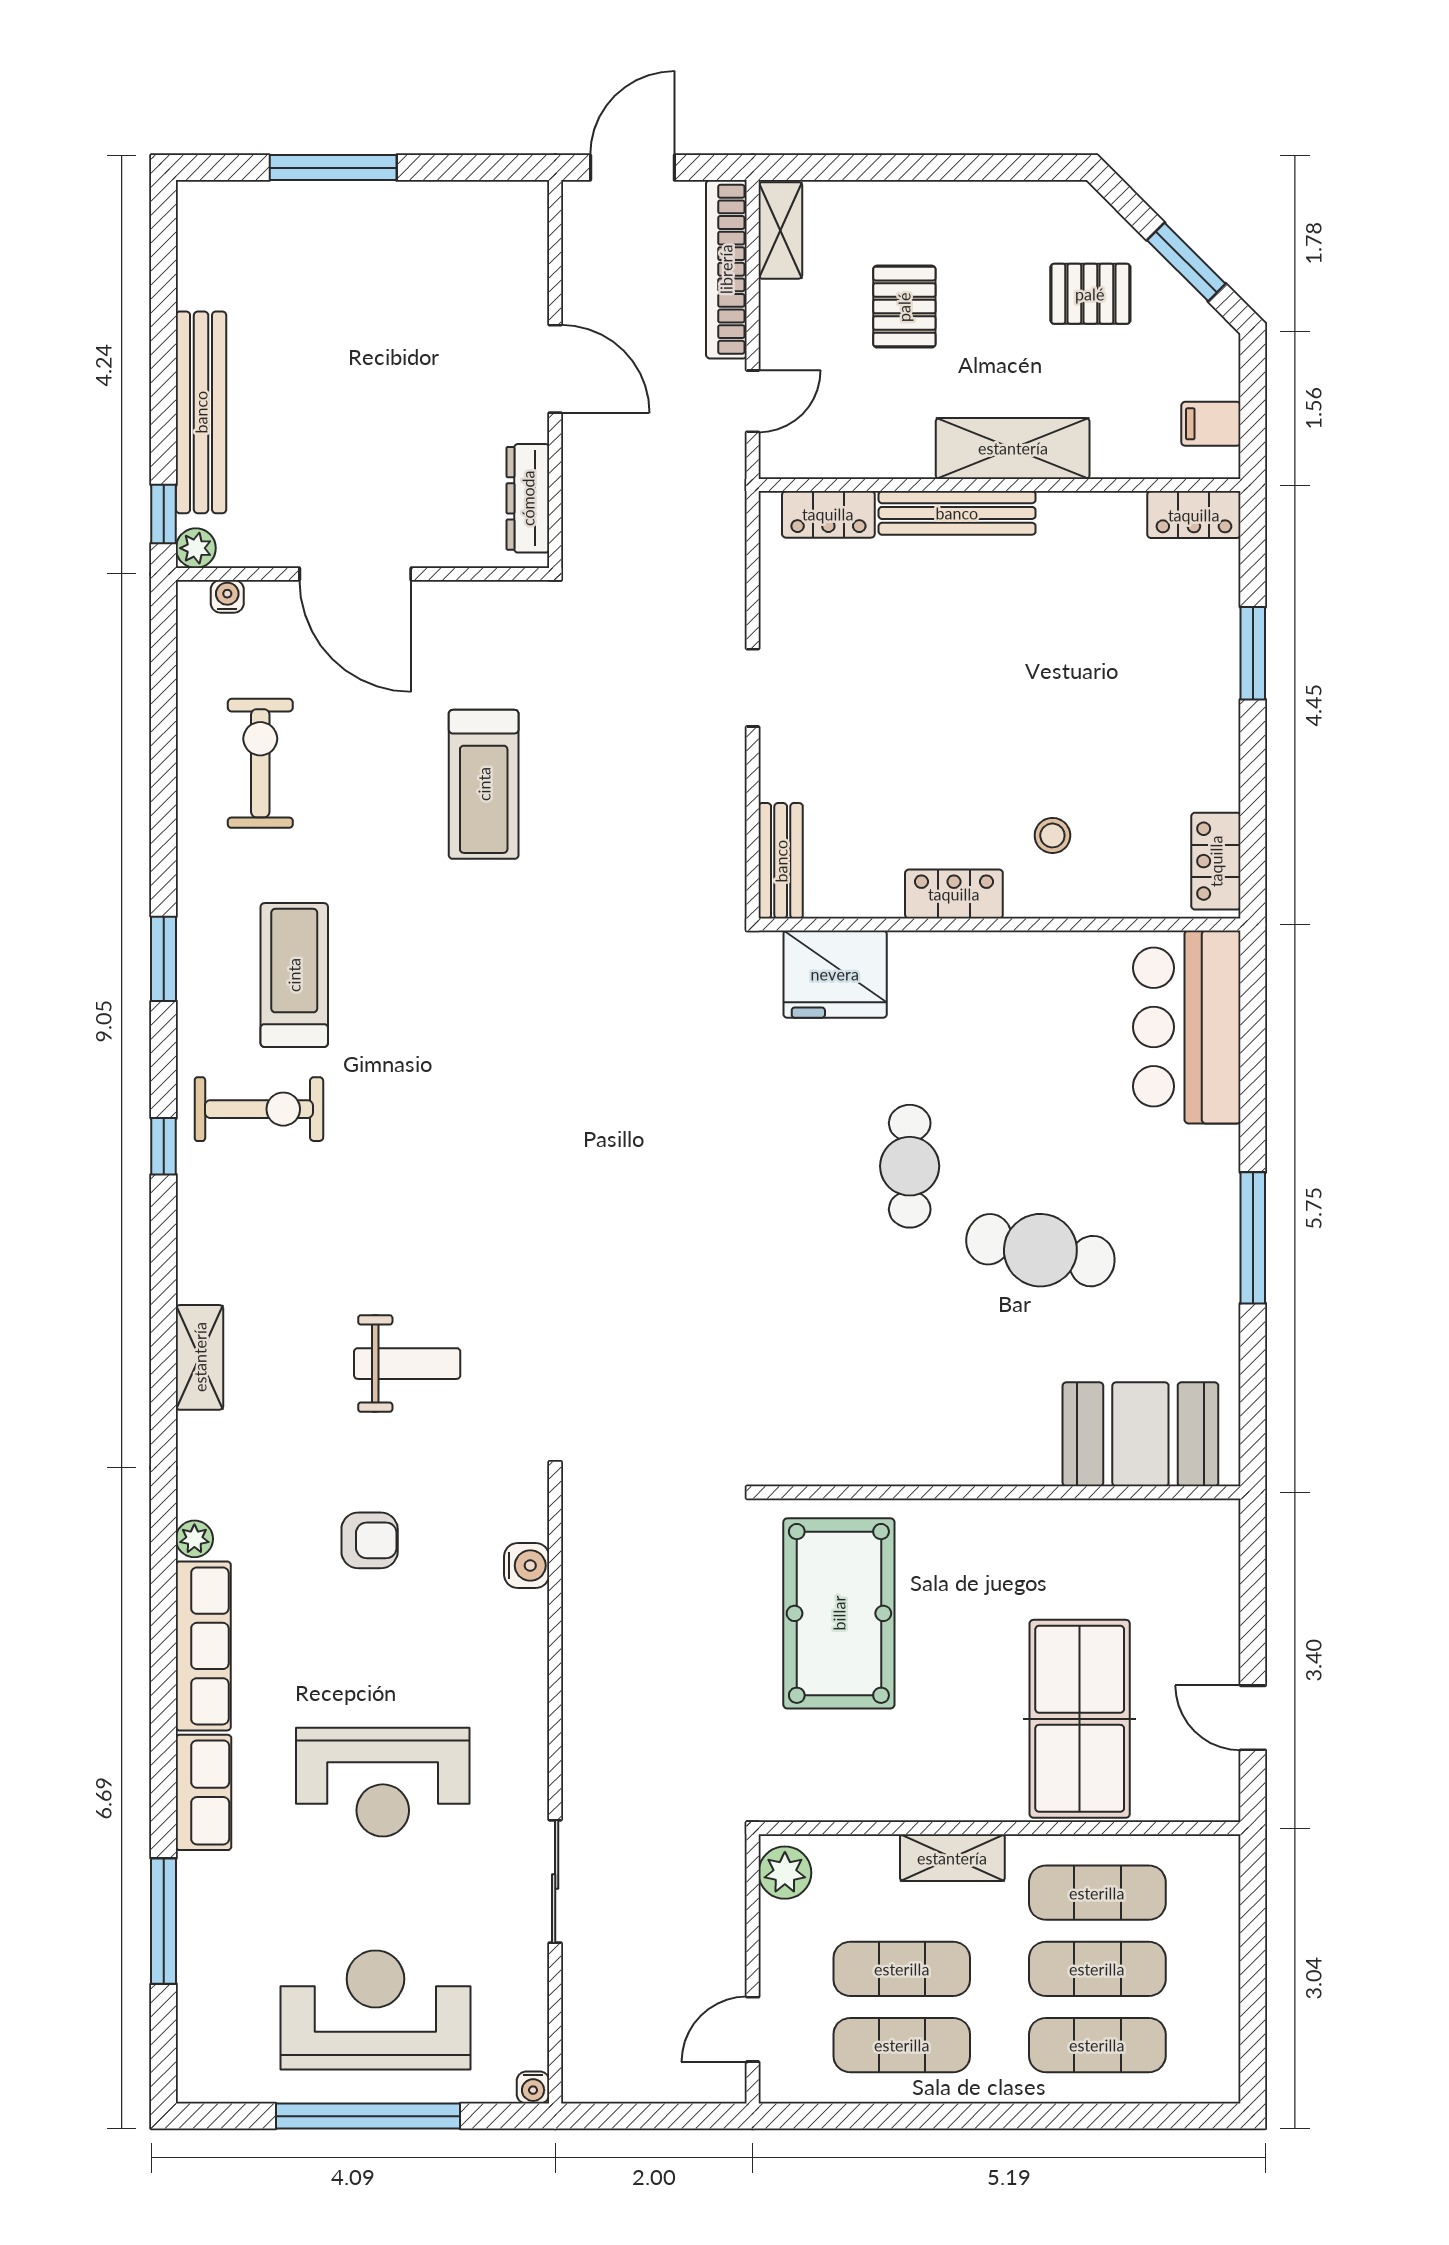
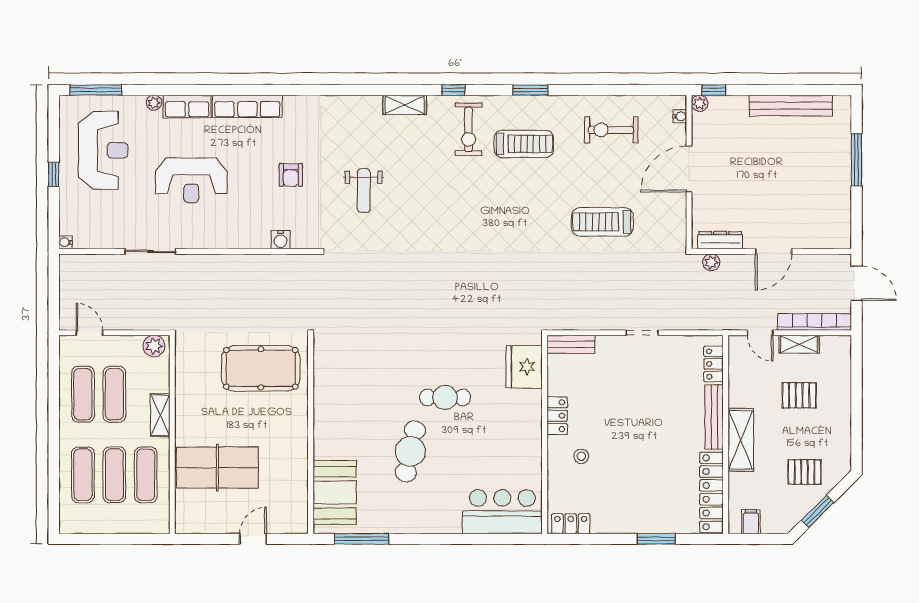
shelving: (780, 230) -> (799, 344), moved
pallet: (1090, 294) -> (804, 472), turned 90
bench: (201, 412) -> (791, 105), moved
locker: (1194, 515) -> (711, 492), width x2.16, depth x1.21
plant: (582, 520) -> (711, 262), added
exercise bike: (260, 763) -> (611, 130), turned 180
window: (1253, 1238) -> (362, 539), moved
shelving: (200, 1357) -> (405, 105), moved
plant: (194, 1539) -> (154, 103), moved
door: (1253, 1718) -> (253, 539), moved
reception desk: (383, 1782) -> (191, 180), turned -90
window: (164, 1921) -> (96, 90), moved
reception desk: (375, 2010) -> (103, 150), moved
window: (368, 2116) -> (54, 174), width x0.32

